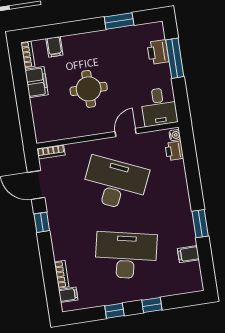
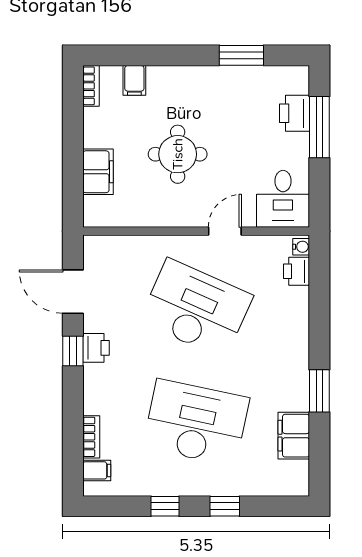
filing cabinet: (36, 82) -> (98, 172), moved
bookcase: (51, 152) -> (104, 243), removed
printer: (56, 218) -> (96, 348), added
filing cabinet: (188, 254) -> (294, 436), width x2.00

